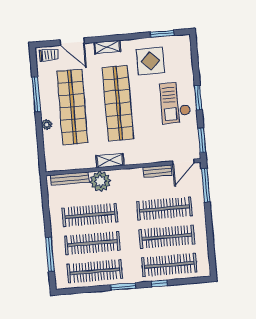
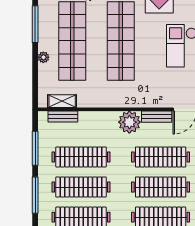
shelving: (110, 161) -> (62, 101), moved
bench: (70, 179) -> (63, 117), width x0.73
plant: (100, 181) -> (129, 122), moved
window: (46, 211) -> (35, 148), added

